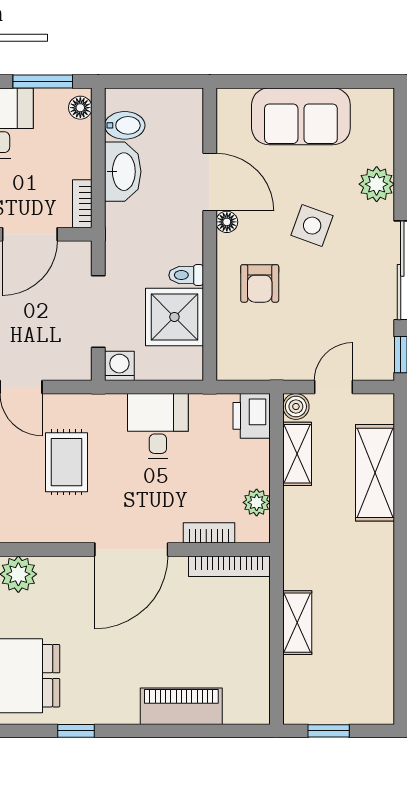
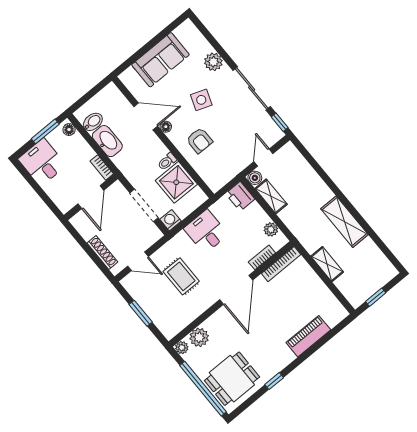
shelving: (375, 473) -> (344, 222), moved

